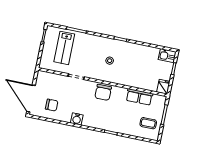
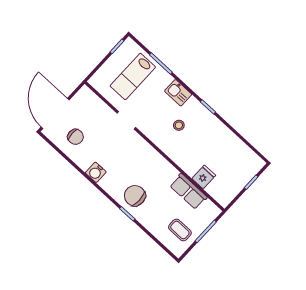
kitchen sink: (167, 56) -> (178, 93), moved
fridge: (163, 87) -> (204, 177), moved
chair: (103, 92) -> (135, 196), moved, turned 90

